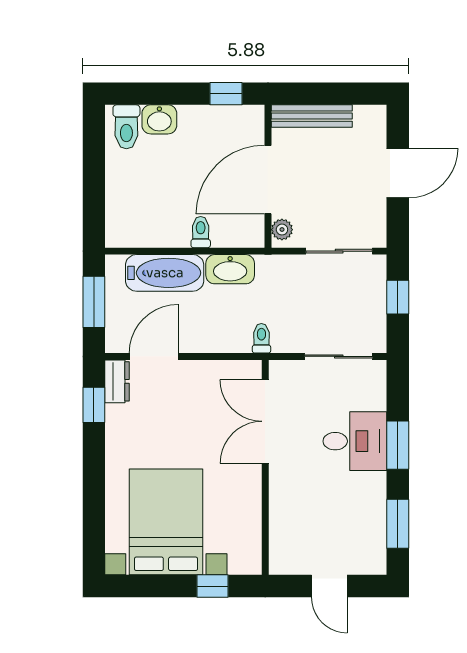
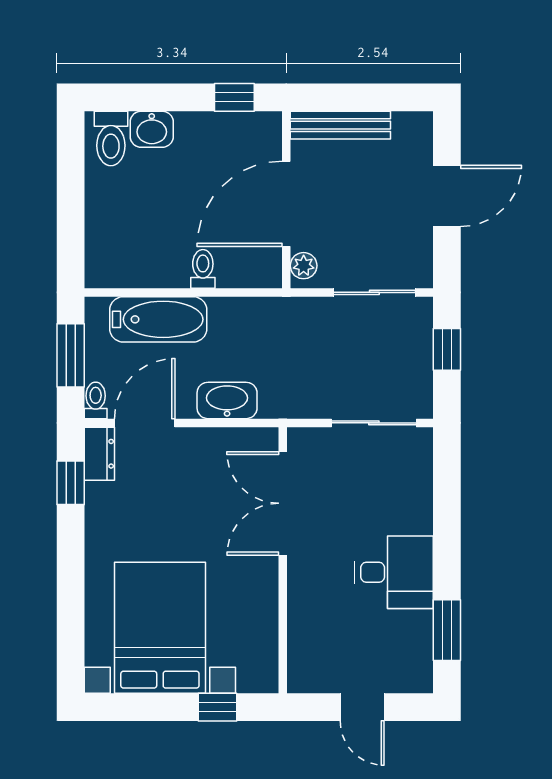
washbasin: (230, 269) -> (227, 400), moved, turned 180
toilet: (261, 338) -> (96, 400), moved
desk: (355, 441) -> (394, 572), moved
window: (398, 445) -> (447, 533), removed

